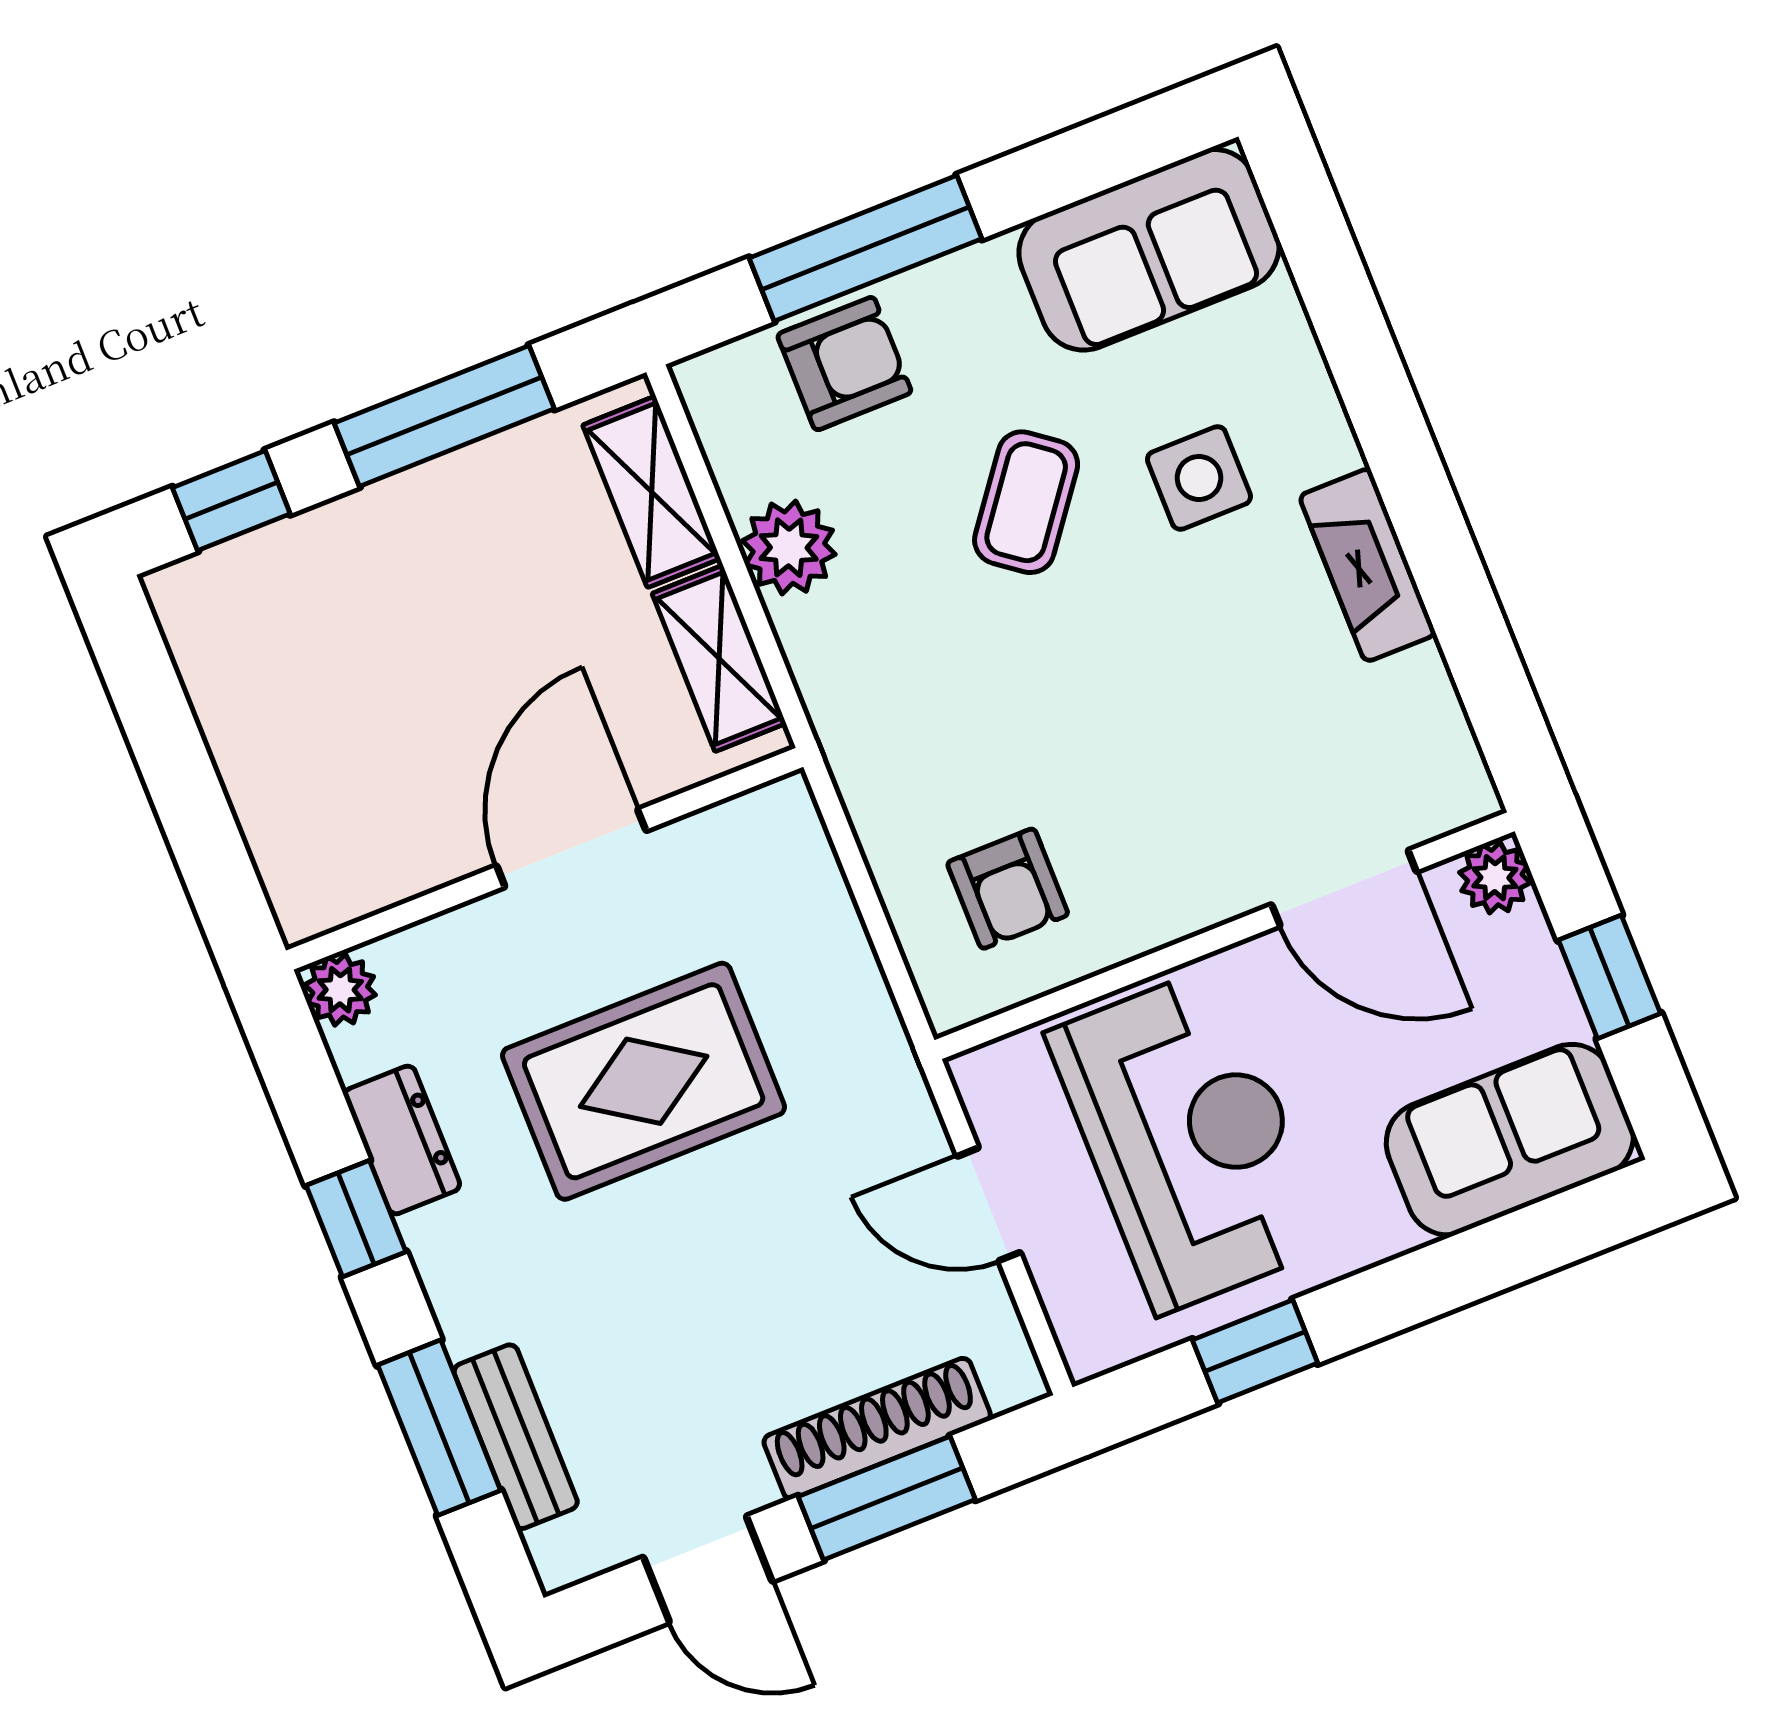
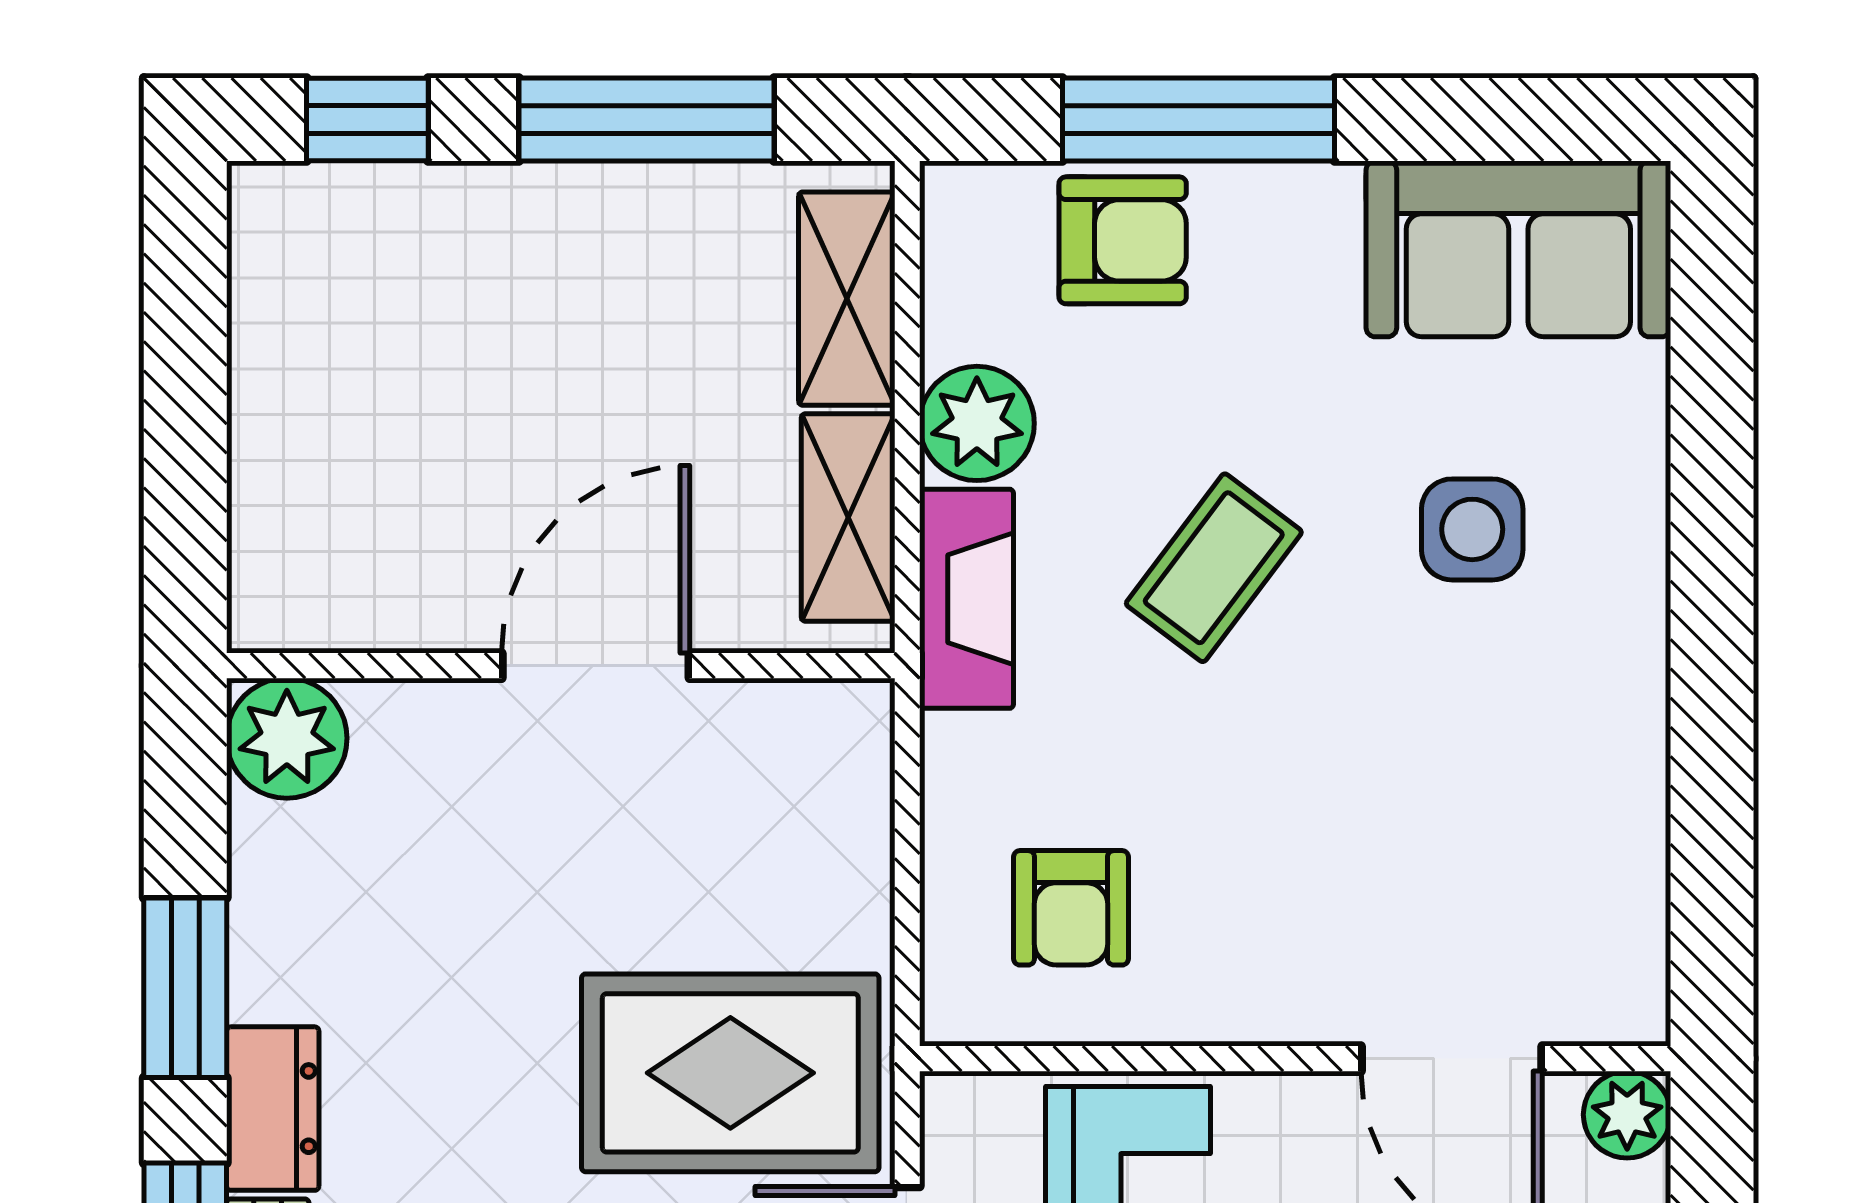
coffee table: (1026, 502) -> (1214, 568), moved
fireplace: (1368, 565) -> (967, 599), moved, turned 180
plant: (340, 990) -> (287, 738), width x1.38, depth x1.38
rug: (644, 1081) -> (730, 1073), moved
dresser: (402, 1140) -> (273, 1109), moved
window: (356, 1219) -> (185, 988), width x1.50

